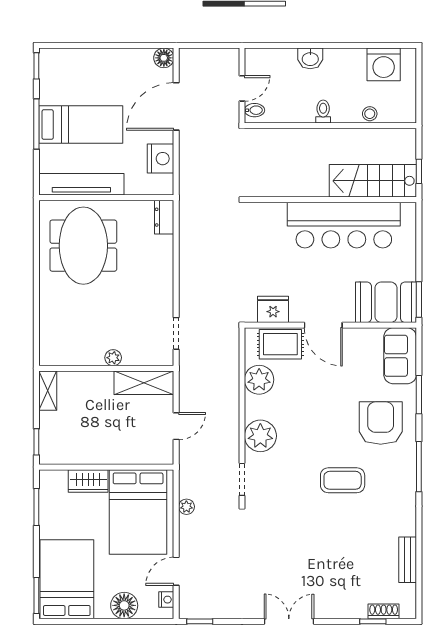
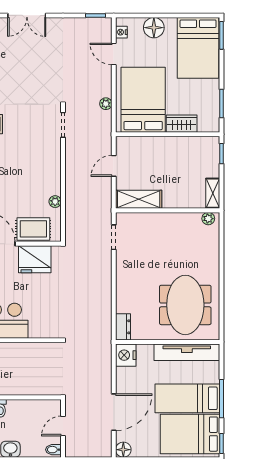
bed: (77, 78) -> (190, 434), added
bidet: (255, 110) -> (53, 450), moved
nightstand: (161, 159) -> (126, 355), moved
fridge: (273, 309) -> (35, 259), width x1.36, depth x1.34
plant: (113, 358) -> (208, 219), moved
plant: (259, 380) -> (55, 202), width x0.53, depth x0.53
plant: (260, 436) -> (49, 158), removed
door: (176, 571) -> (114, 54), swing flipped

